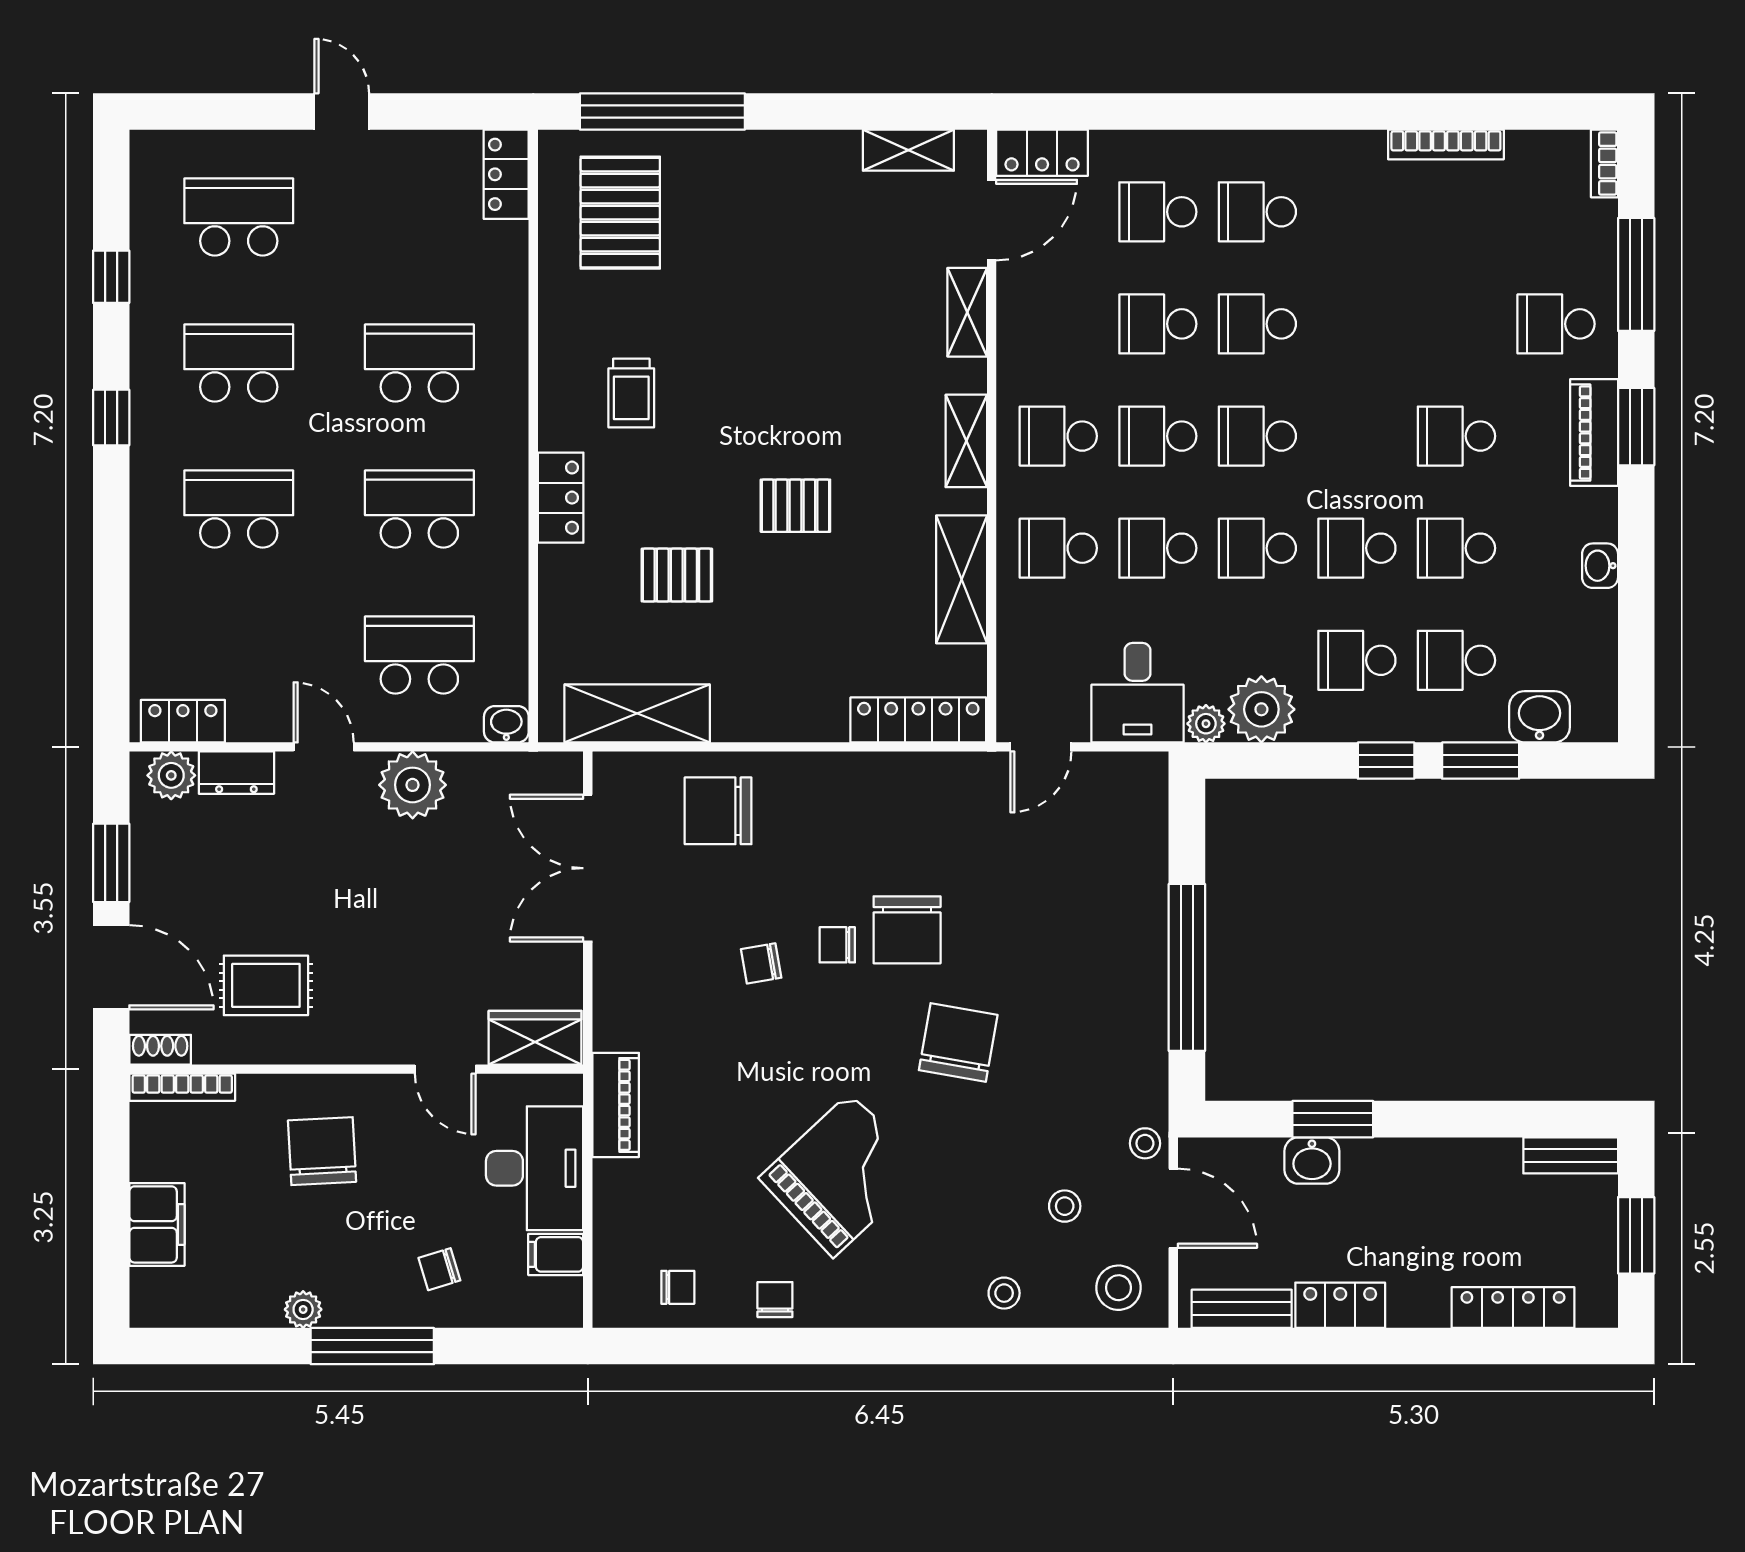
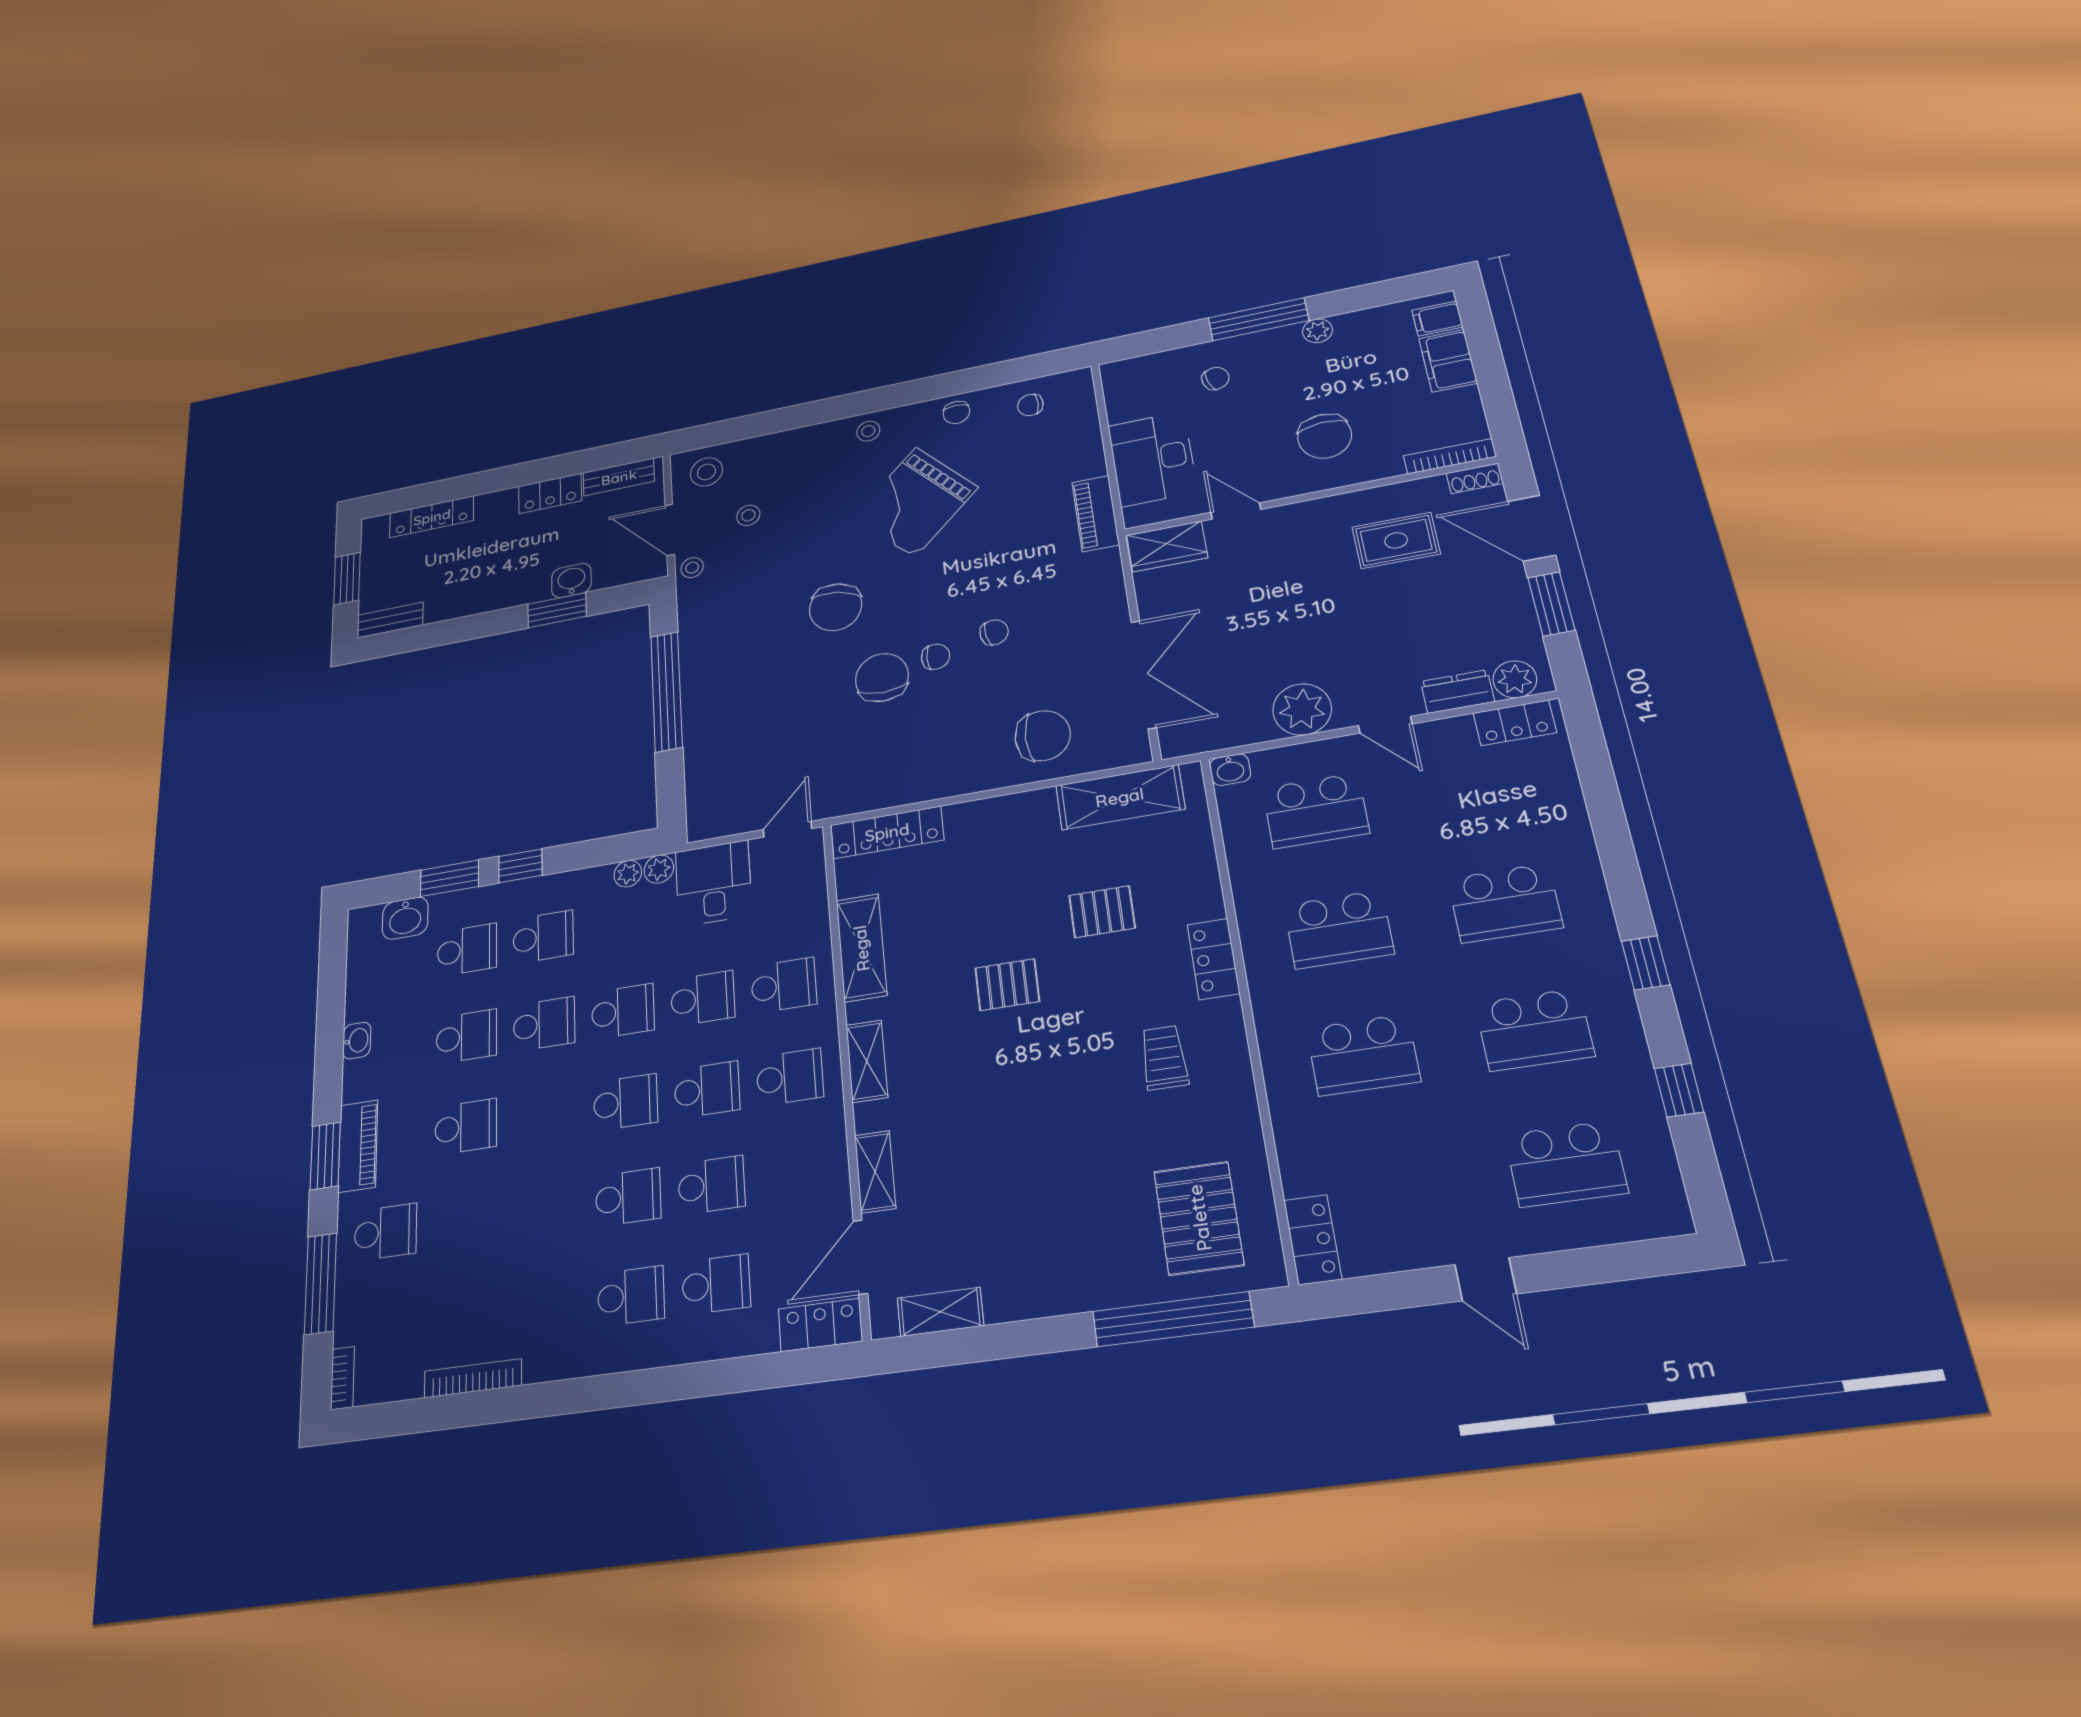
plant: (1261, 709) -> (628, 874), width x0.53, depth x0.53
filing cabinet: (556, 1254) -> (1437, 319), moved, turned 180
stool: (1004, 1293) -> (868, 431), moved

